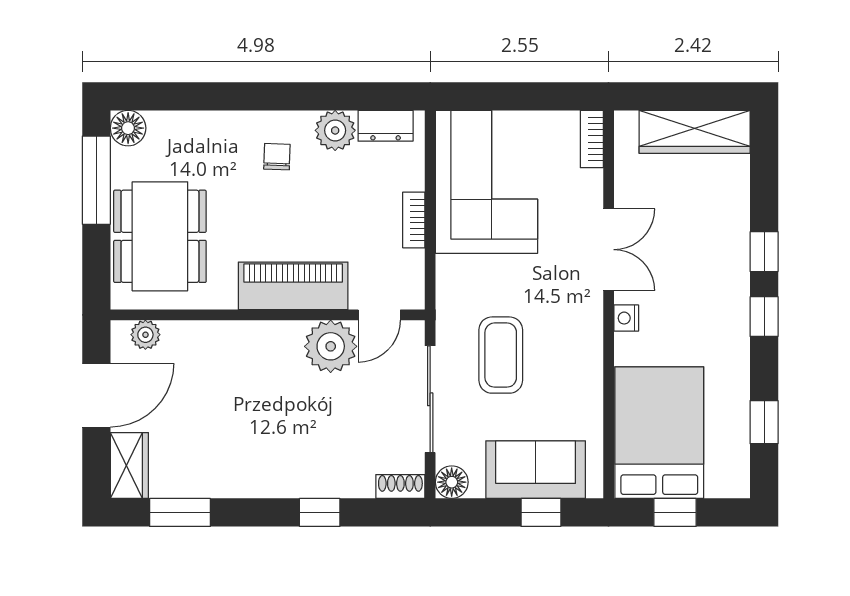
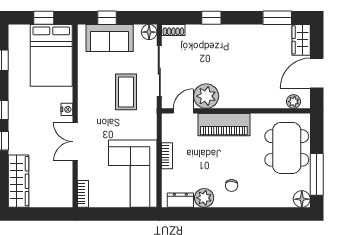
wardrobe: (695, 132) -> (19, 181), moved, turned 90

